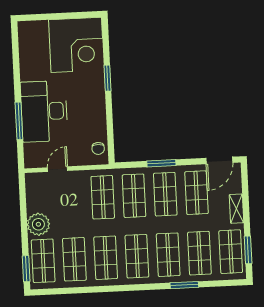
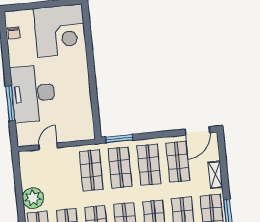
window: (107, 78) -> (90, 60), removed
chair: (98, 148) -> (14, 33), moved
window: (161, 163) -> (119, 139), moved

